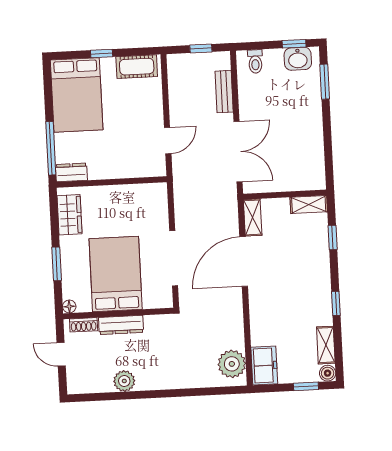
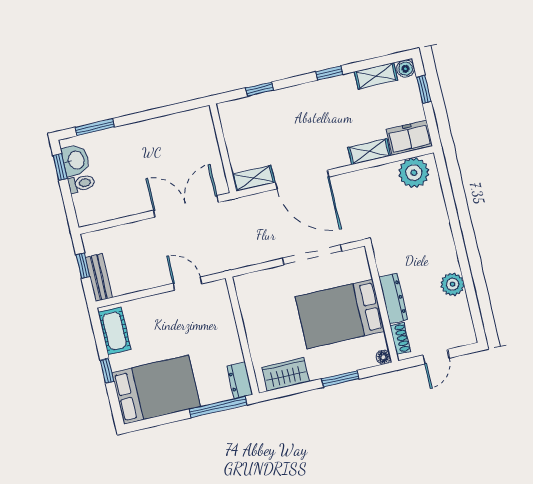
toilet: (255, 61) -> (81, 184), moved
bench: (224, 92) -> (99, 278), moved, turned 90
shelving: (309, 204) -> (369, 152), moved, turned 90

